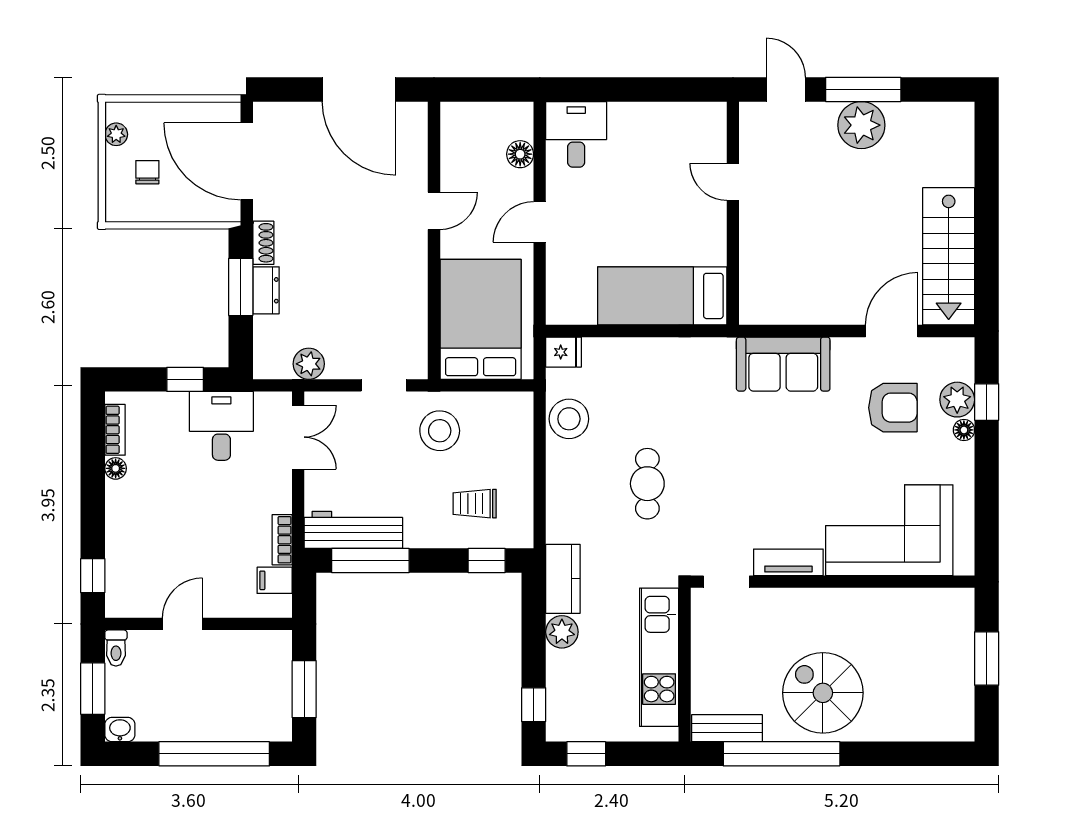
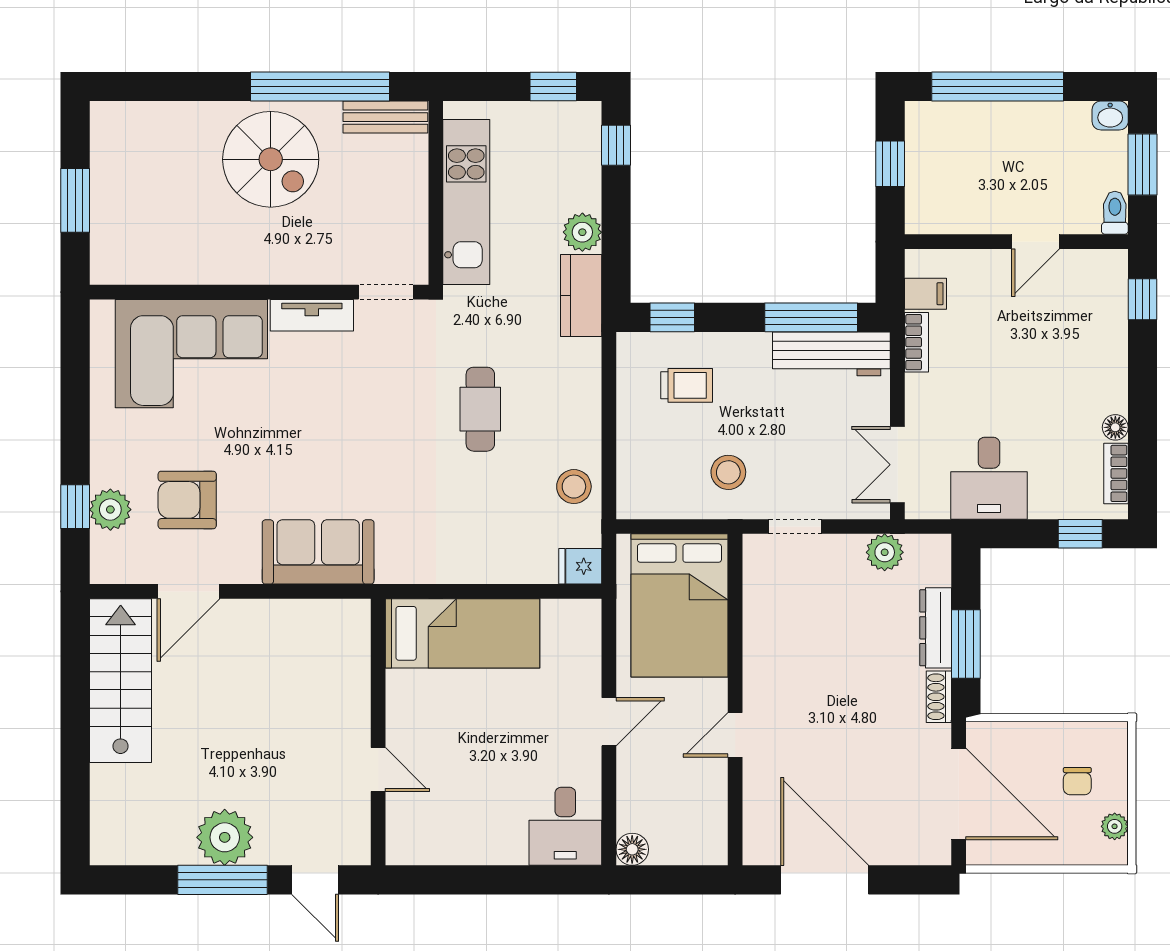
floor lamp: (520, 154) -> (632, 849), moved
dresser: (266, 290) -> (936, 628), width x1.44
window: (185, 379) -> (1080, 534), moved
stool: (569, 419) -> (574, 487), width x0.73, depth x0.73
floor lamp: (964, 430) -> (102, 473), removed
stool: (440, 431) -> (728, 472), width x0.73, depth x0.73
window: (304, 689) -> (890, 164), width x0.67

